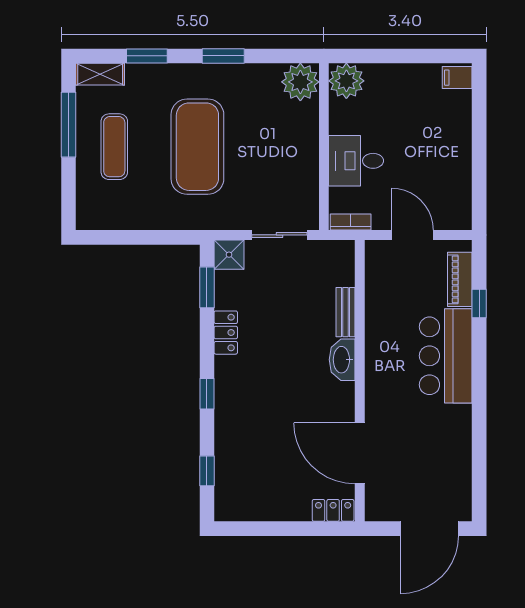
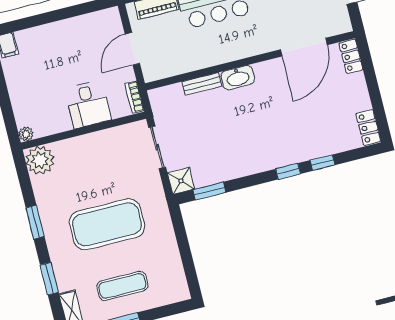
plant: (346, 81) -> (26, 134), width x0.53, depth x0.53
locker: (226, 333) -> (368, 127), moved, turned -90
window: (207, 471) -> (322, 163), moved

